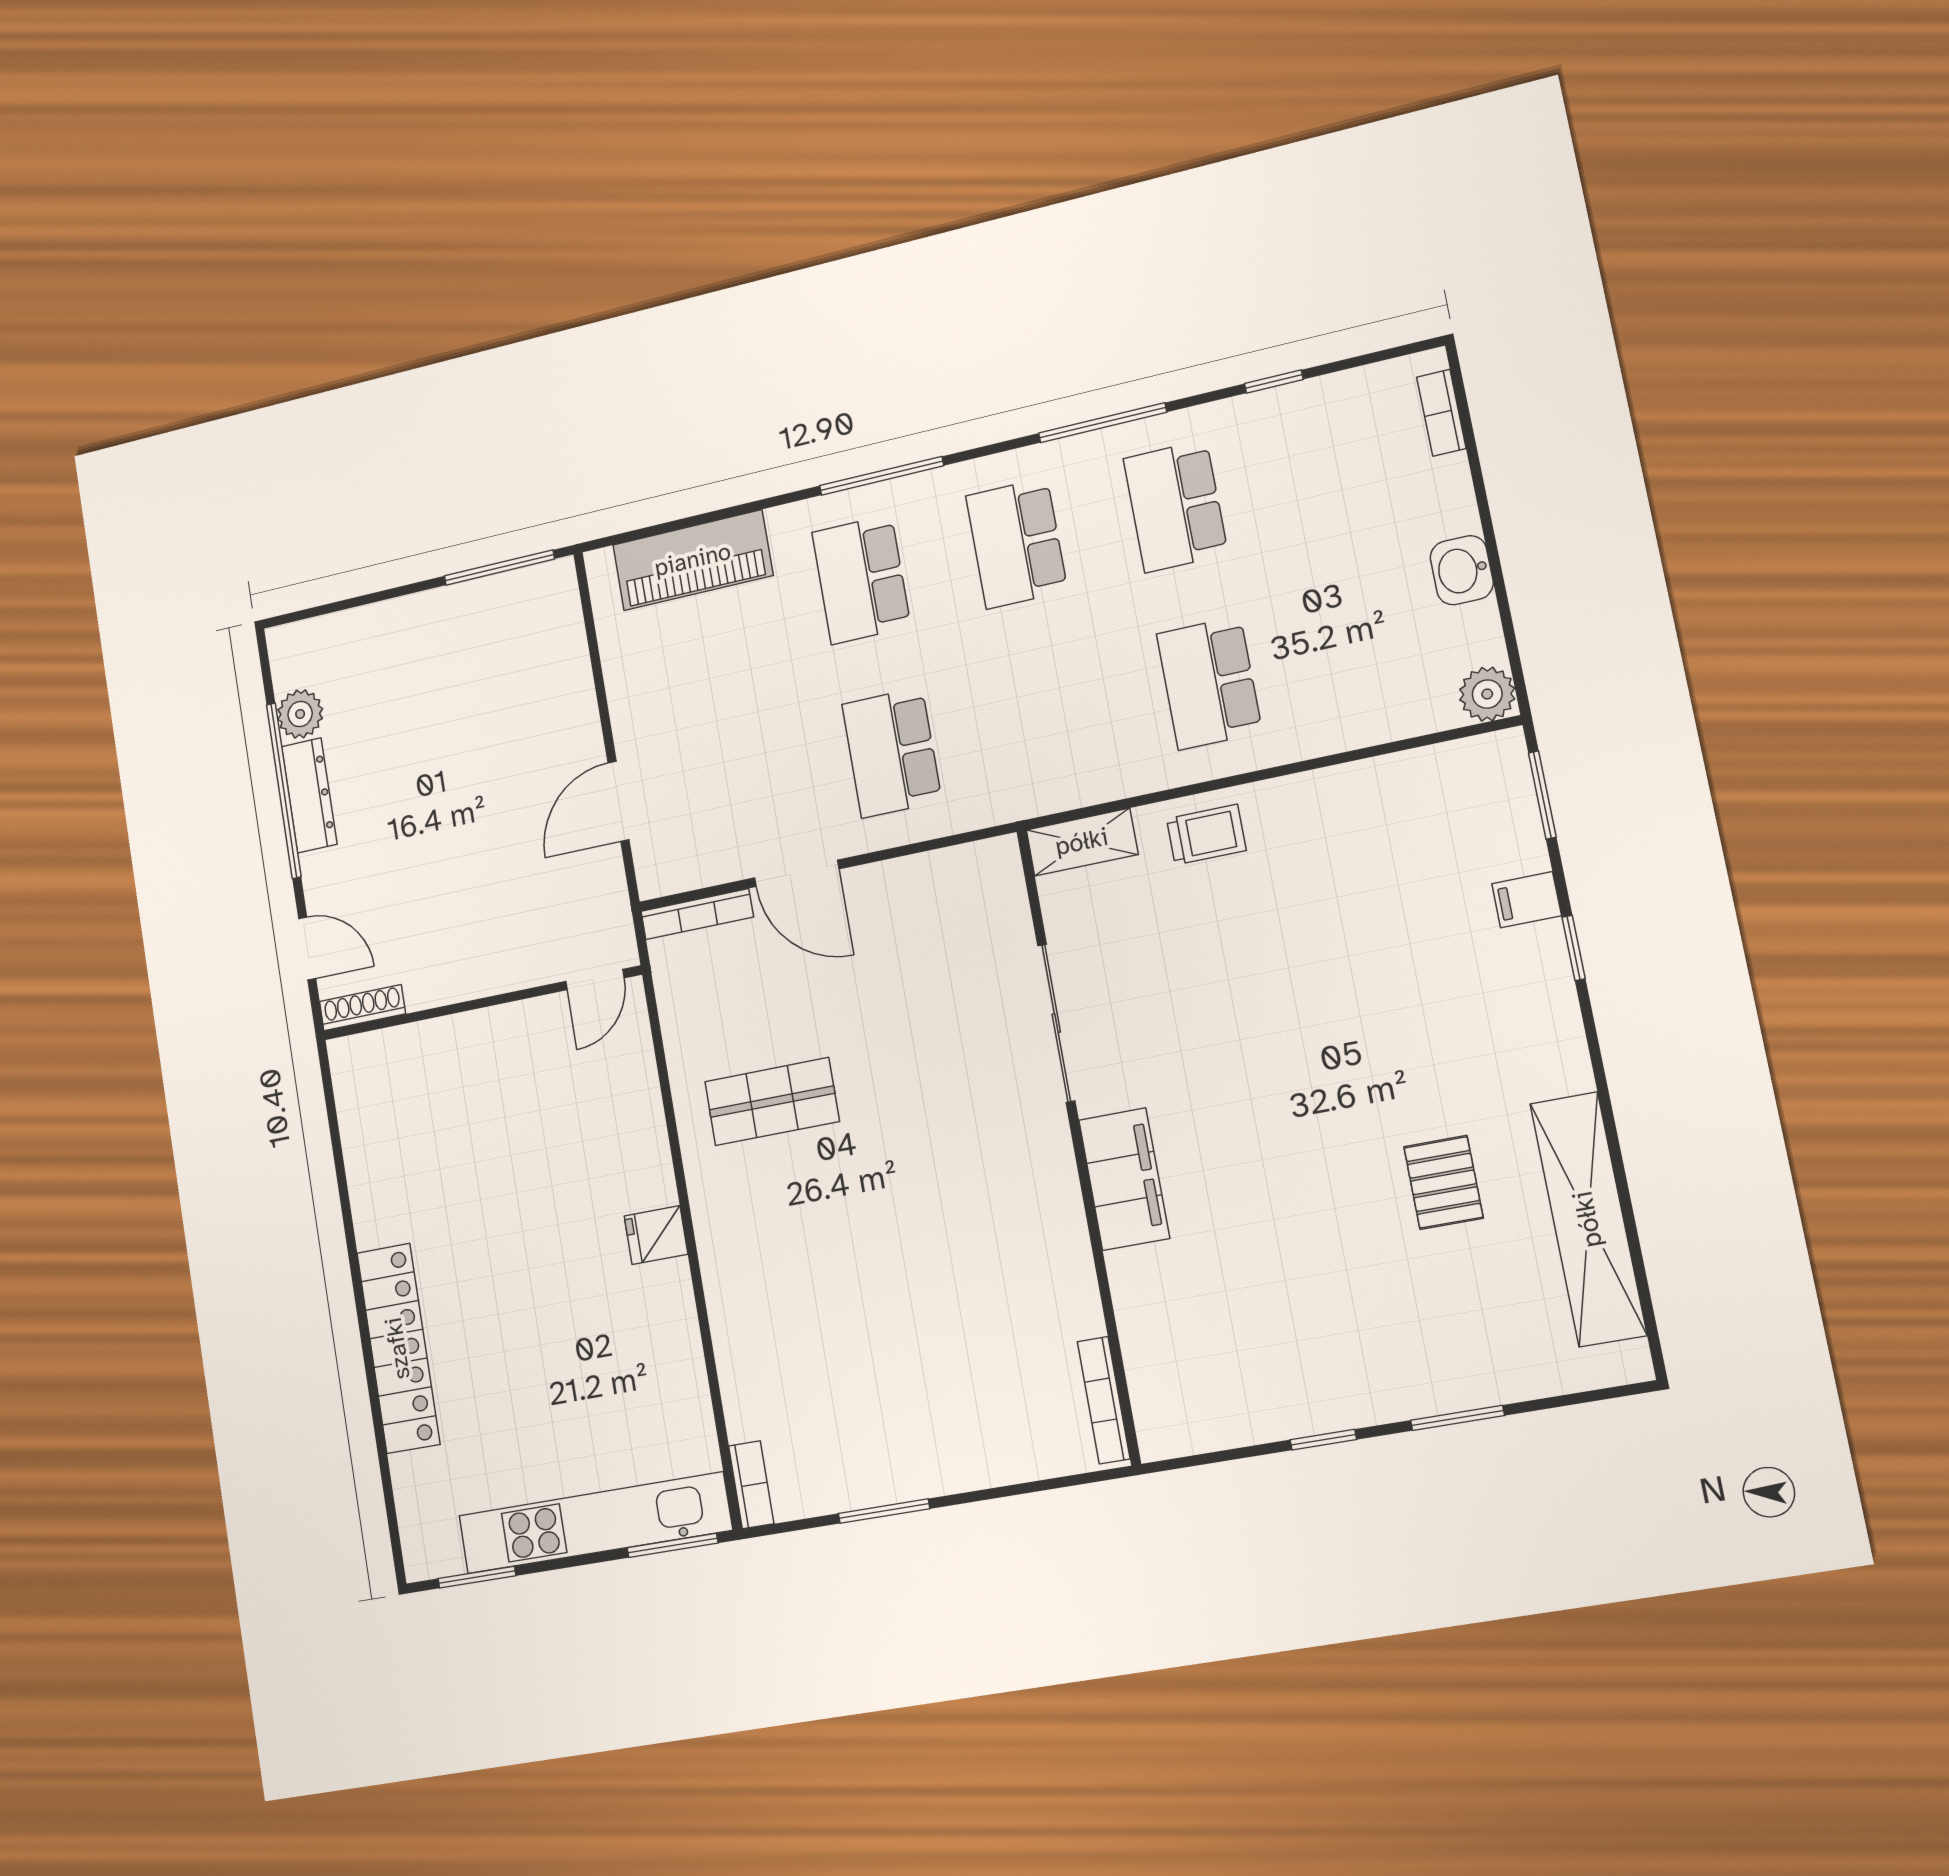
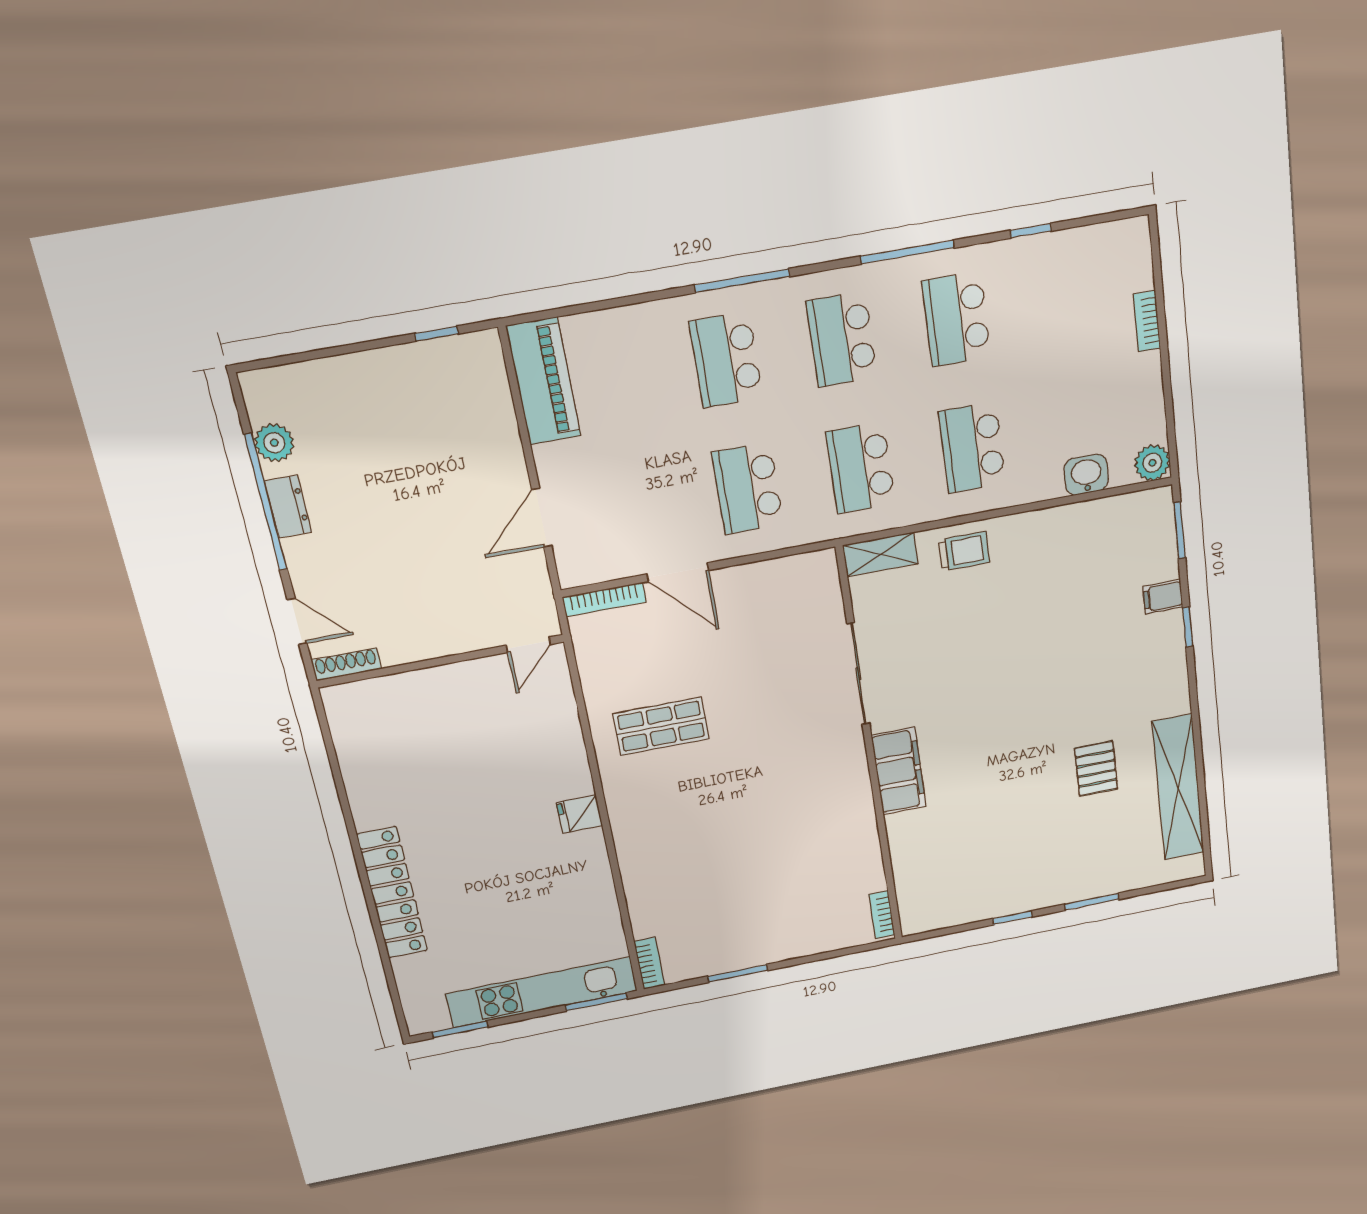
bookcase: (1441, 413) -> (1147, 321), moved
piano: (693, 560) -> (544, 381), moved, turned -90
window: (499, 568) -> (437, 334), width x0.46
washbasin: (1462, 570) -> (1086, 475), moved, turned 90
school desk: (1049, 718) -> (860, 468), added
dresser: (309, 795) -> (288, 507), width x0.70
bookcase: (1104, 1400) -> (882, 915), width x0.64

